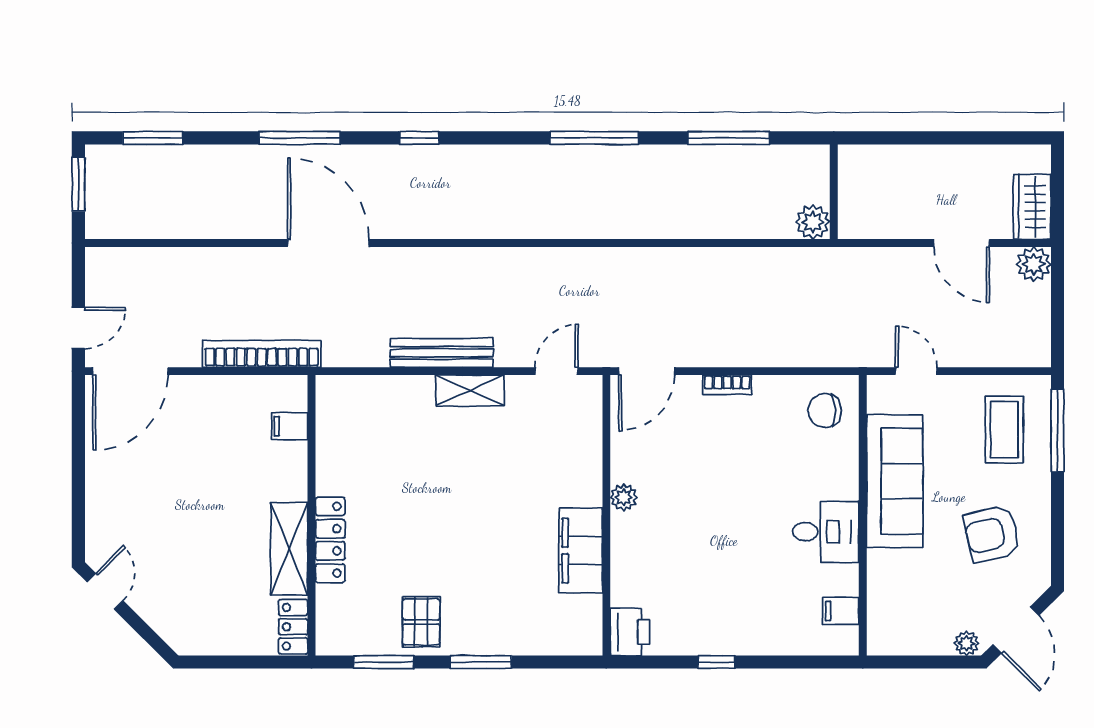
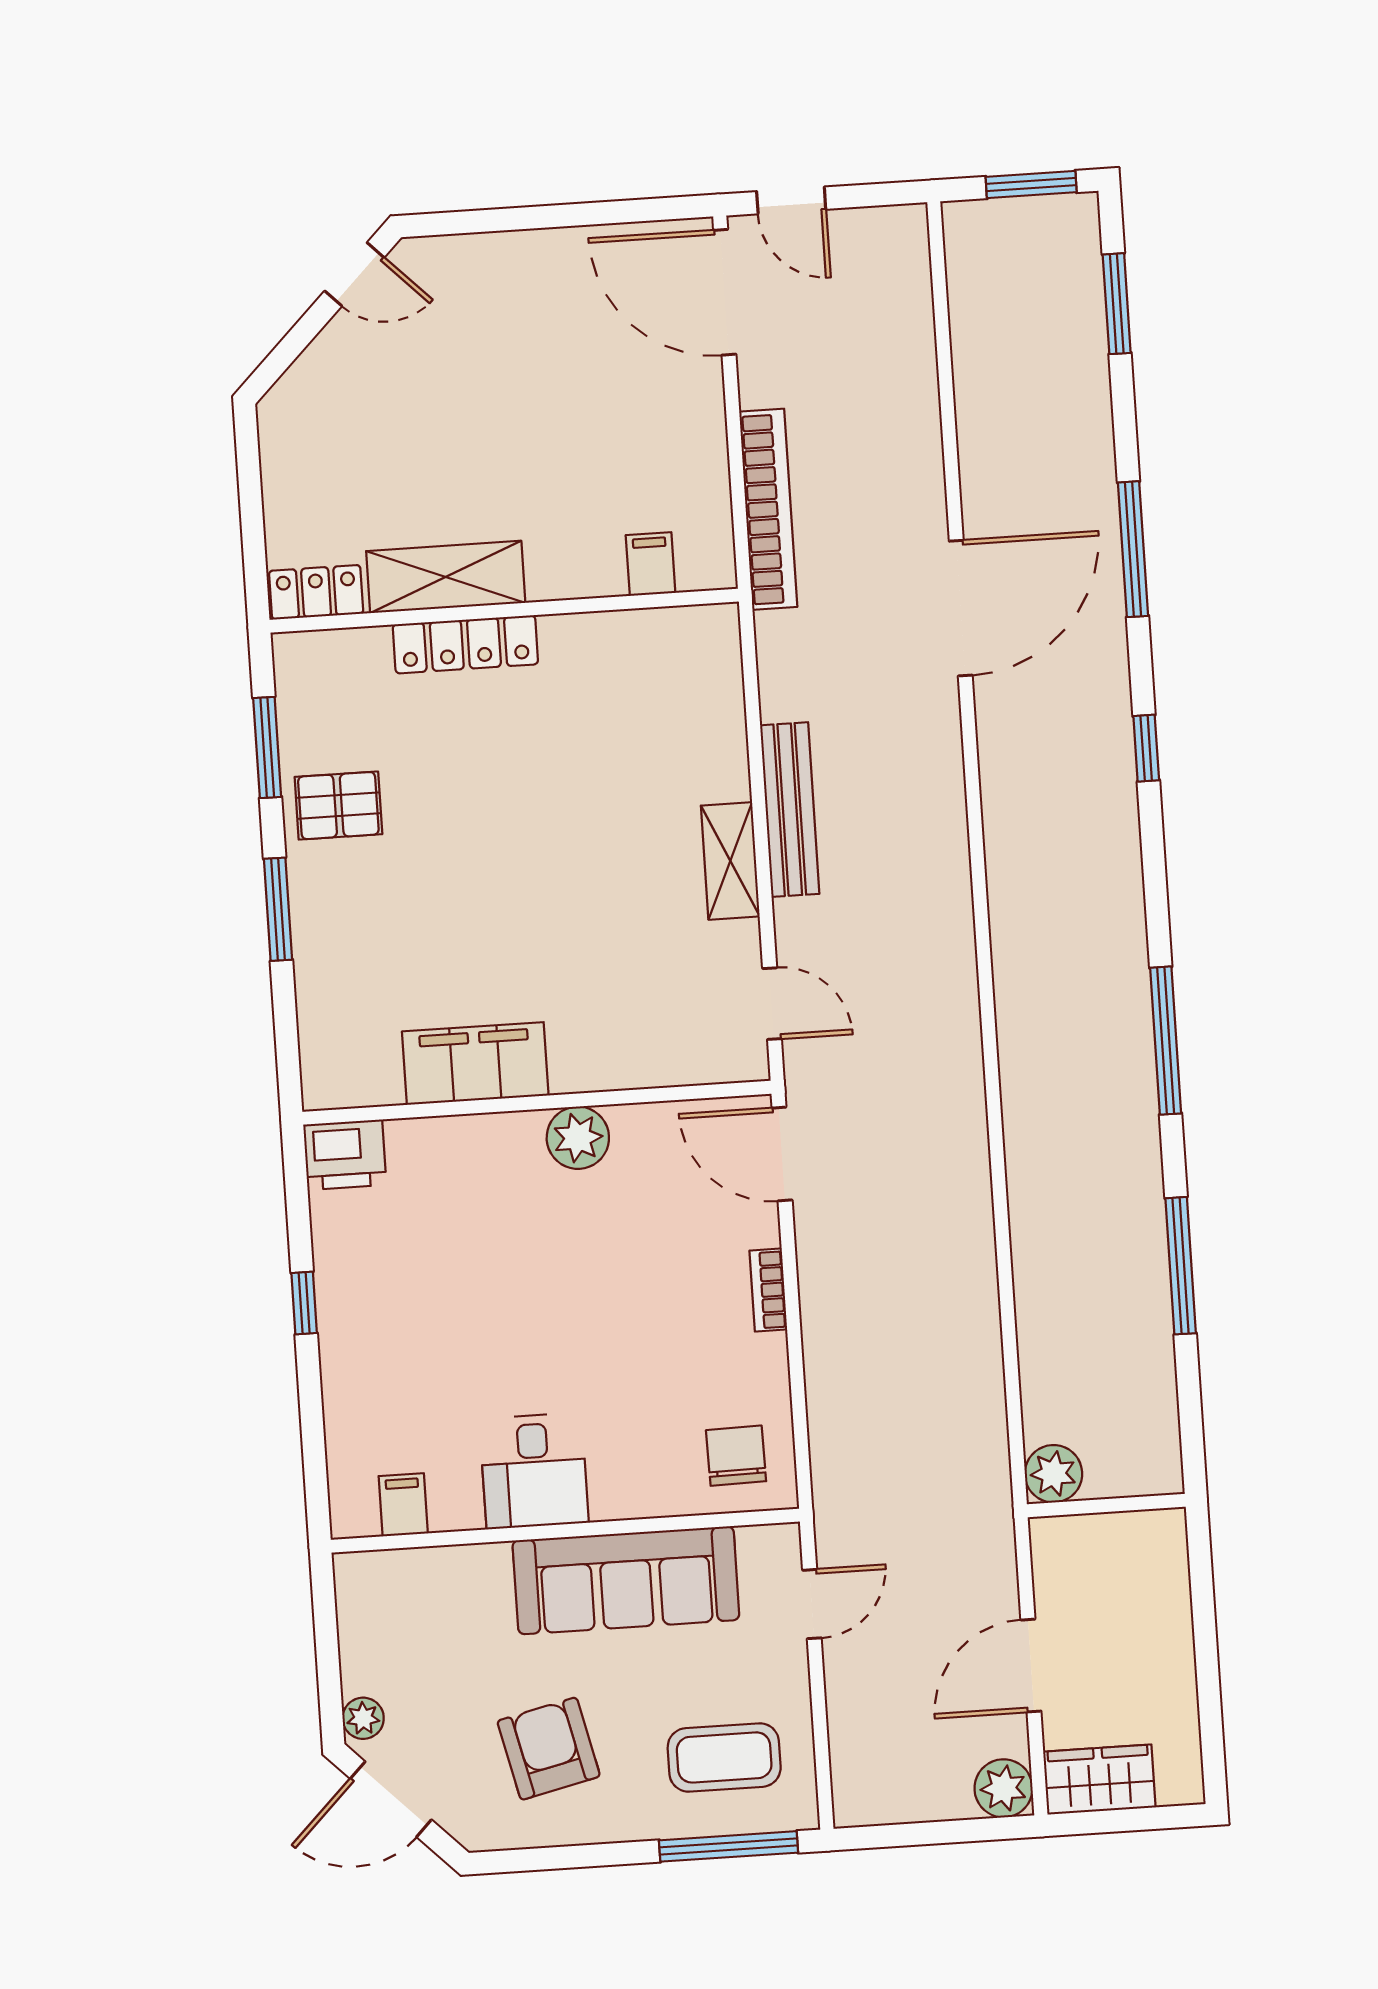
wall: (834, 192) -> (1106, 1505), moved
plant: (813, 222) -> (1053, 1474), moved
plant: (624, 497) -> (578, 1138), width x1.38, depth x1.38

